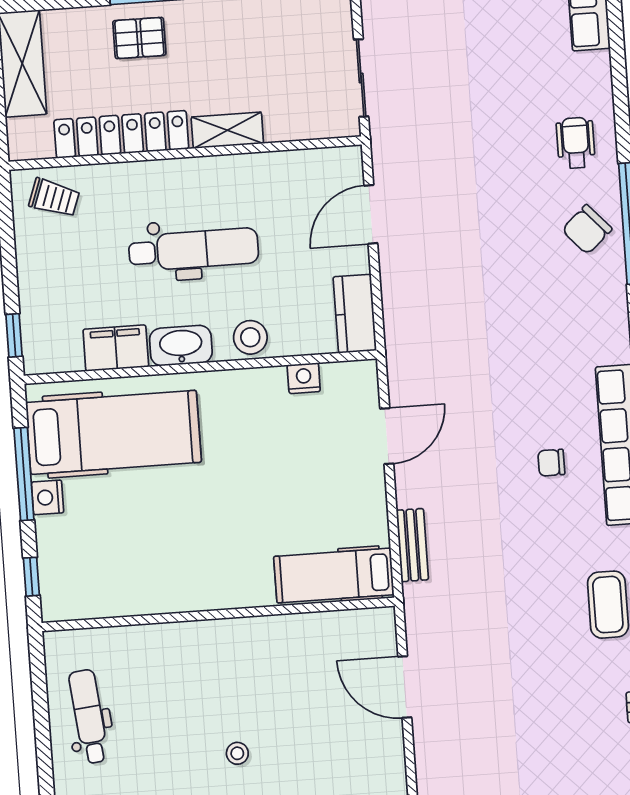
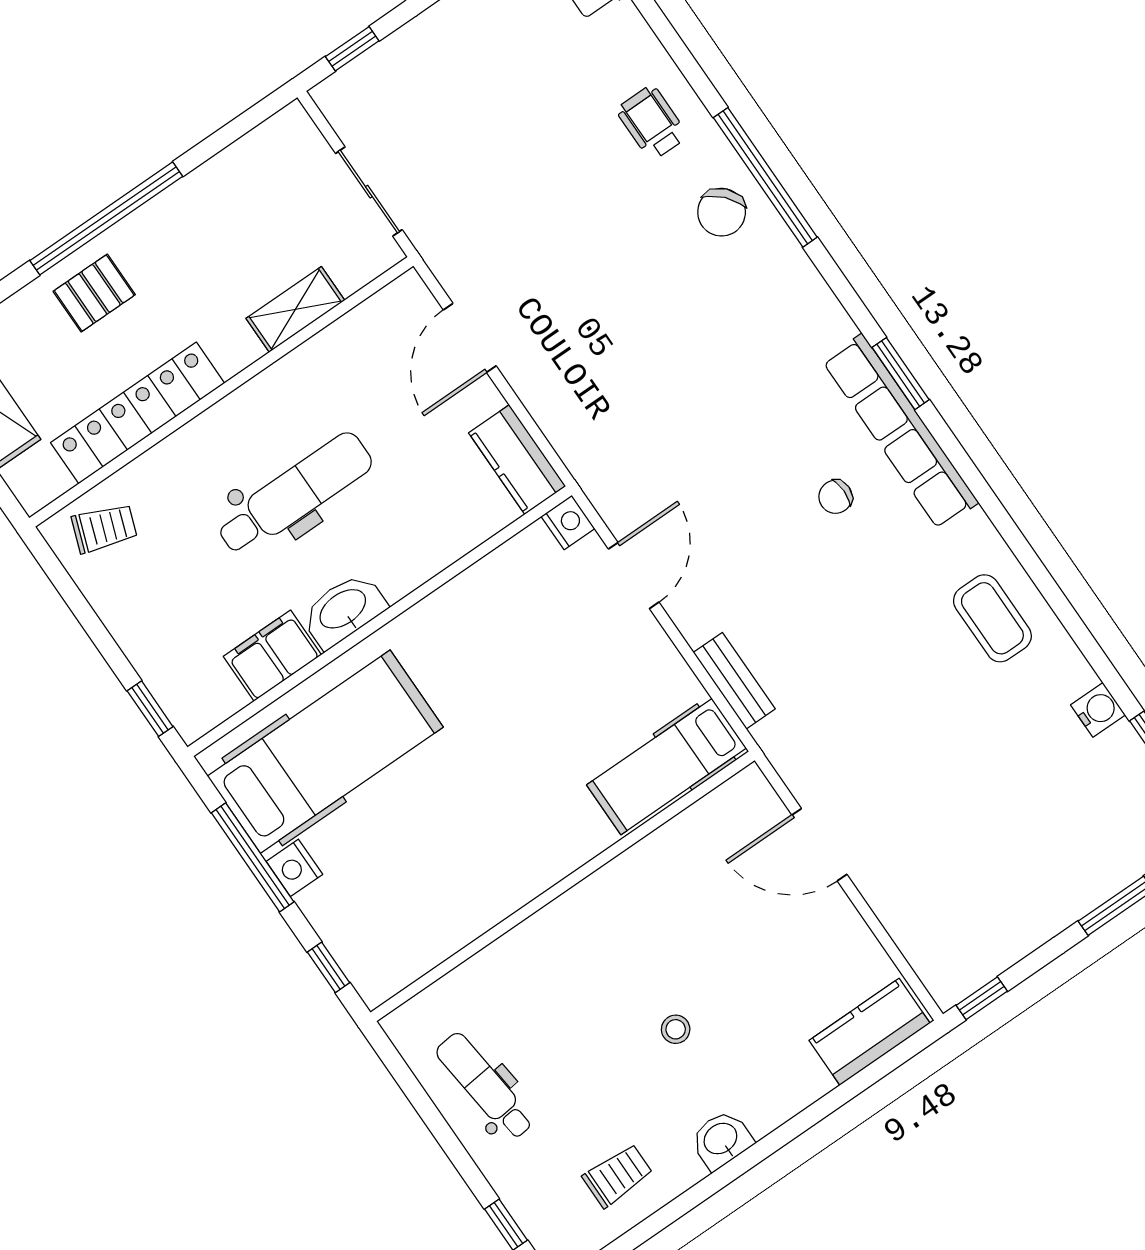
shelving: (227, 130) -> (295, 309), moved
stool: (250, 337) -> (416, 555), removed
nightstand: (304, 378) -> (568, 522), moved, turned 90

